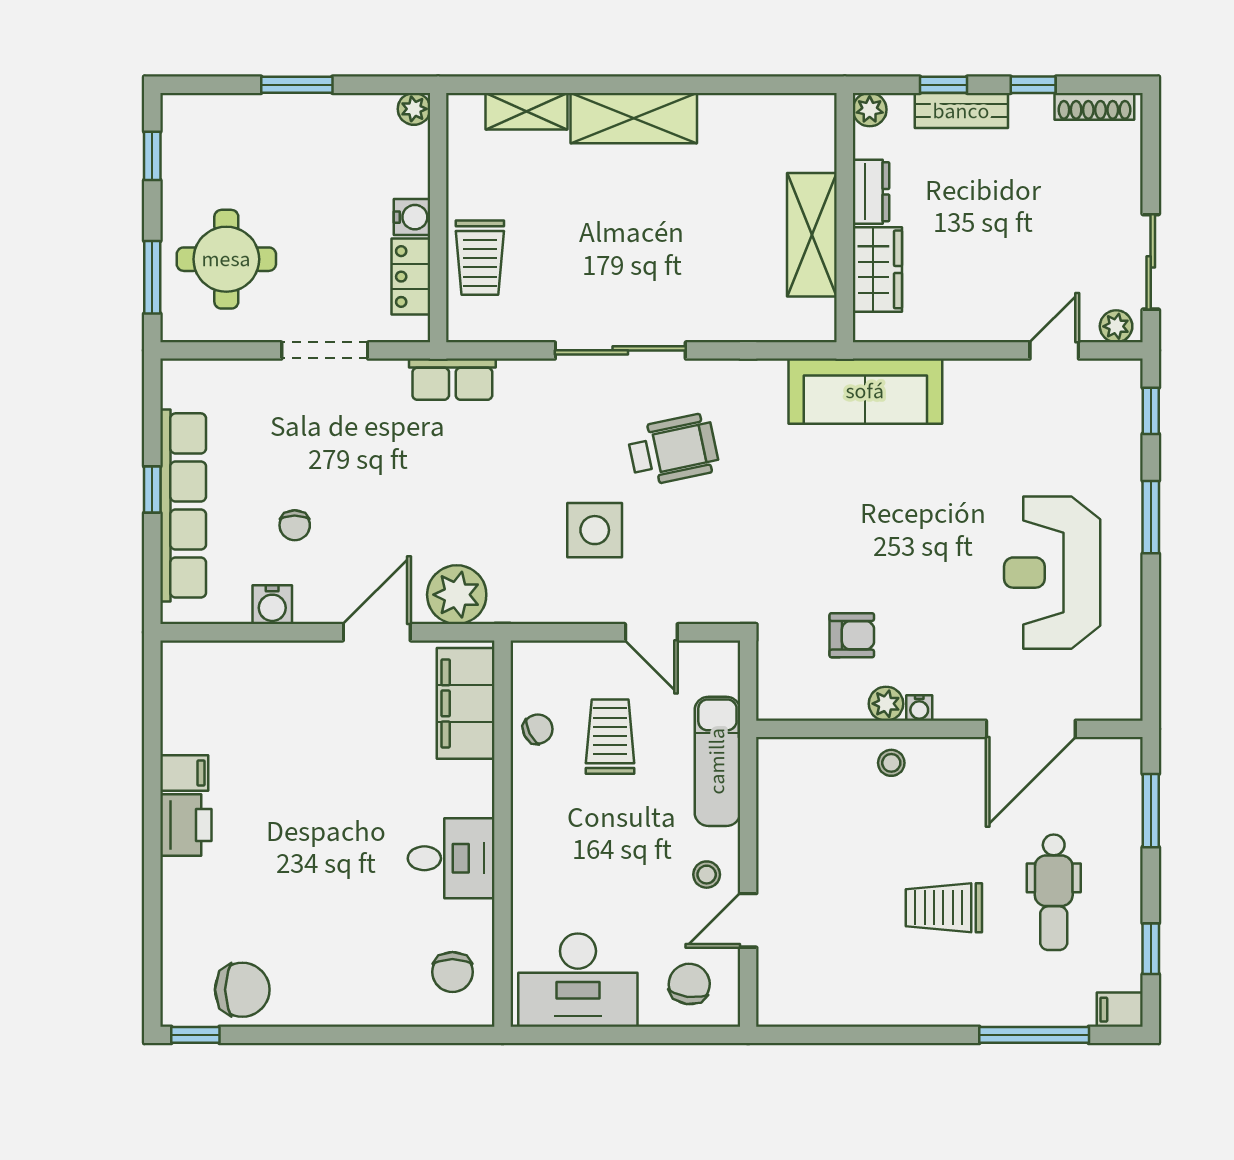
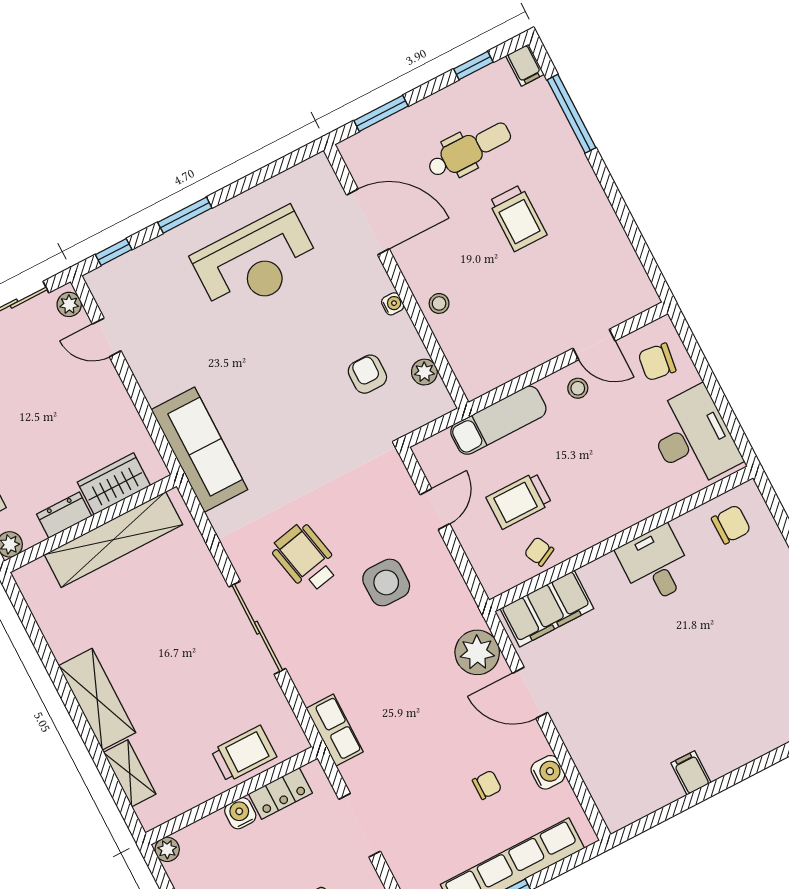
shelving: (812, 235) -> (113, 540), width x1.47
plant: (886, 704) -> (424, 372), moved
printer: (186, 825) -> (725, 754), removed

